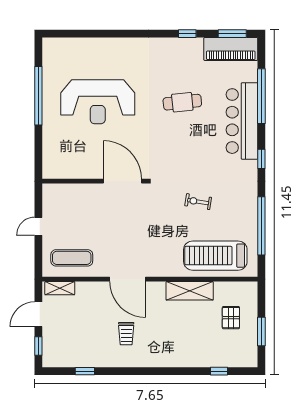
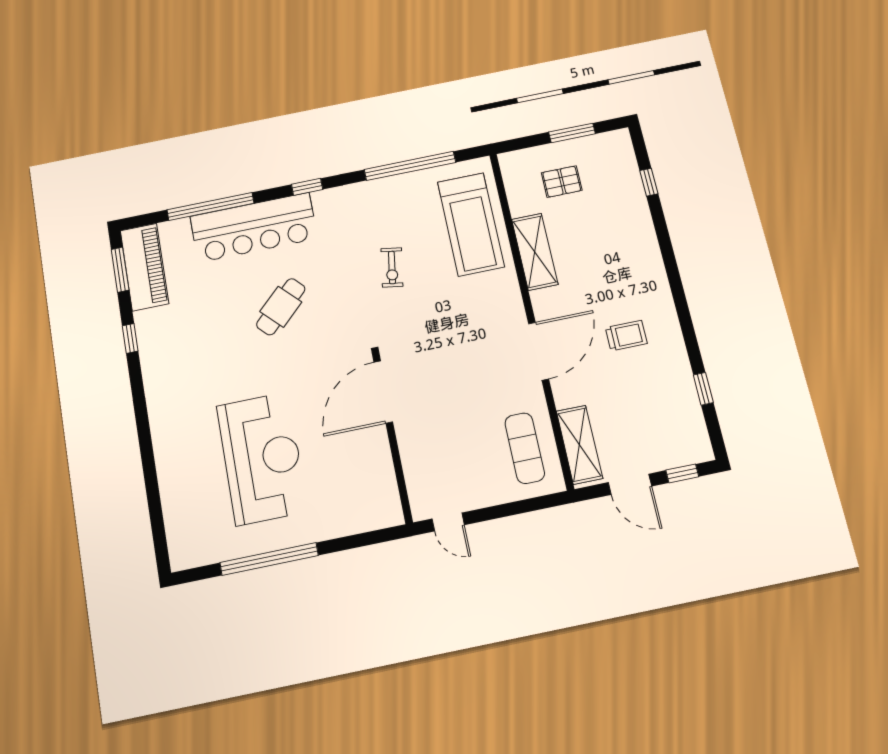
cafe table: (182, 102) -> (281, 307), moved, turned 52
door: (38, 226) -> (448, 522), moved
shelving: (60, 288) -> (579, 445), width x1.50, depth x1.33

